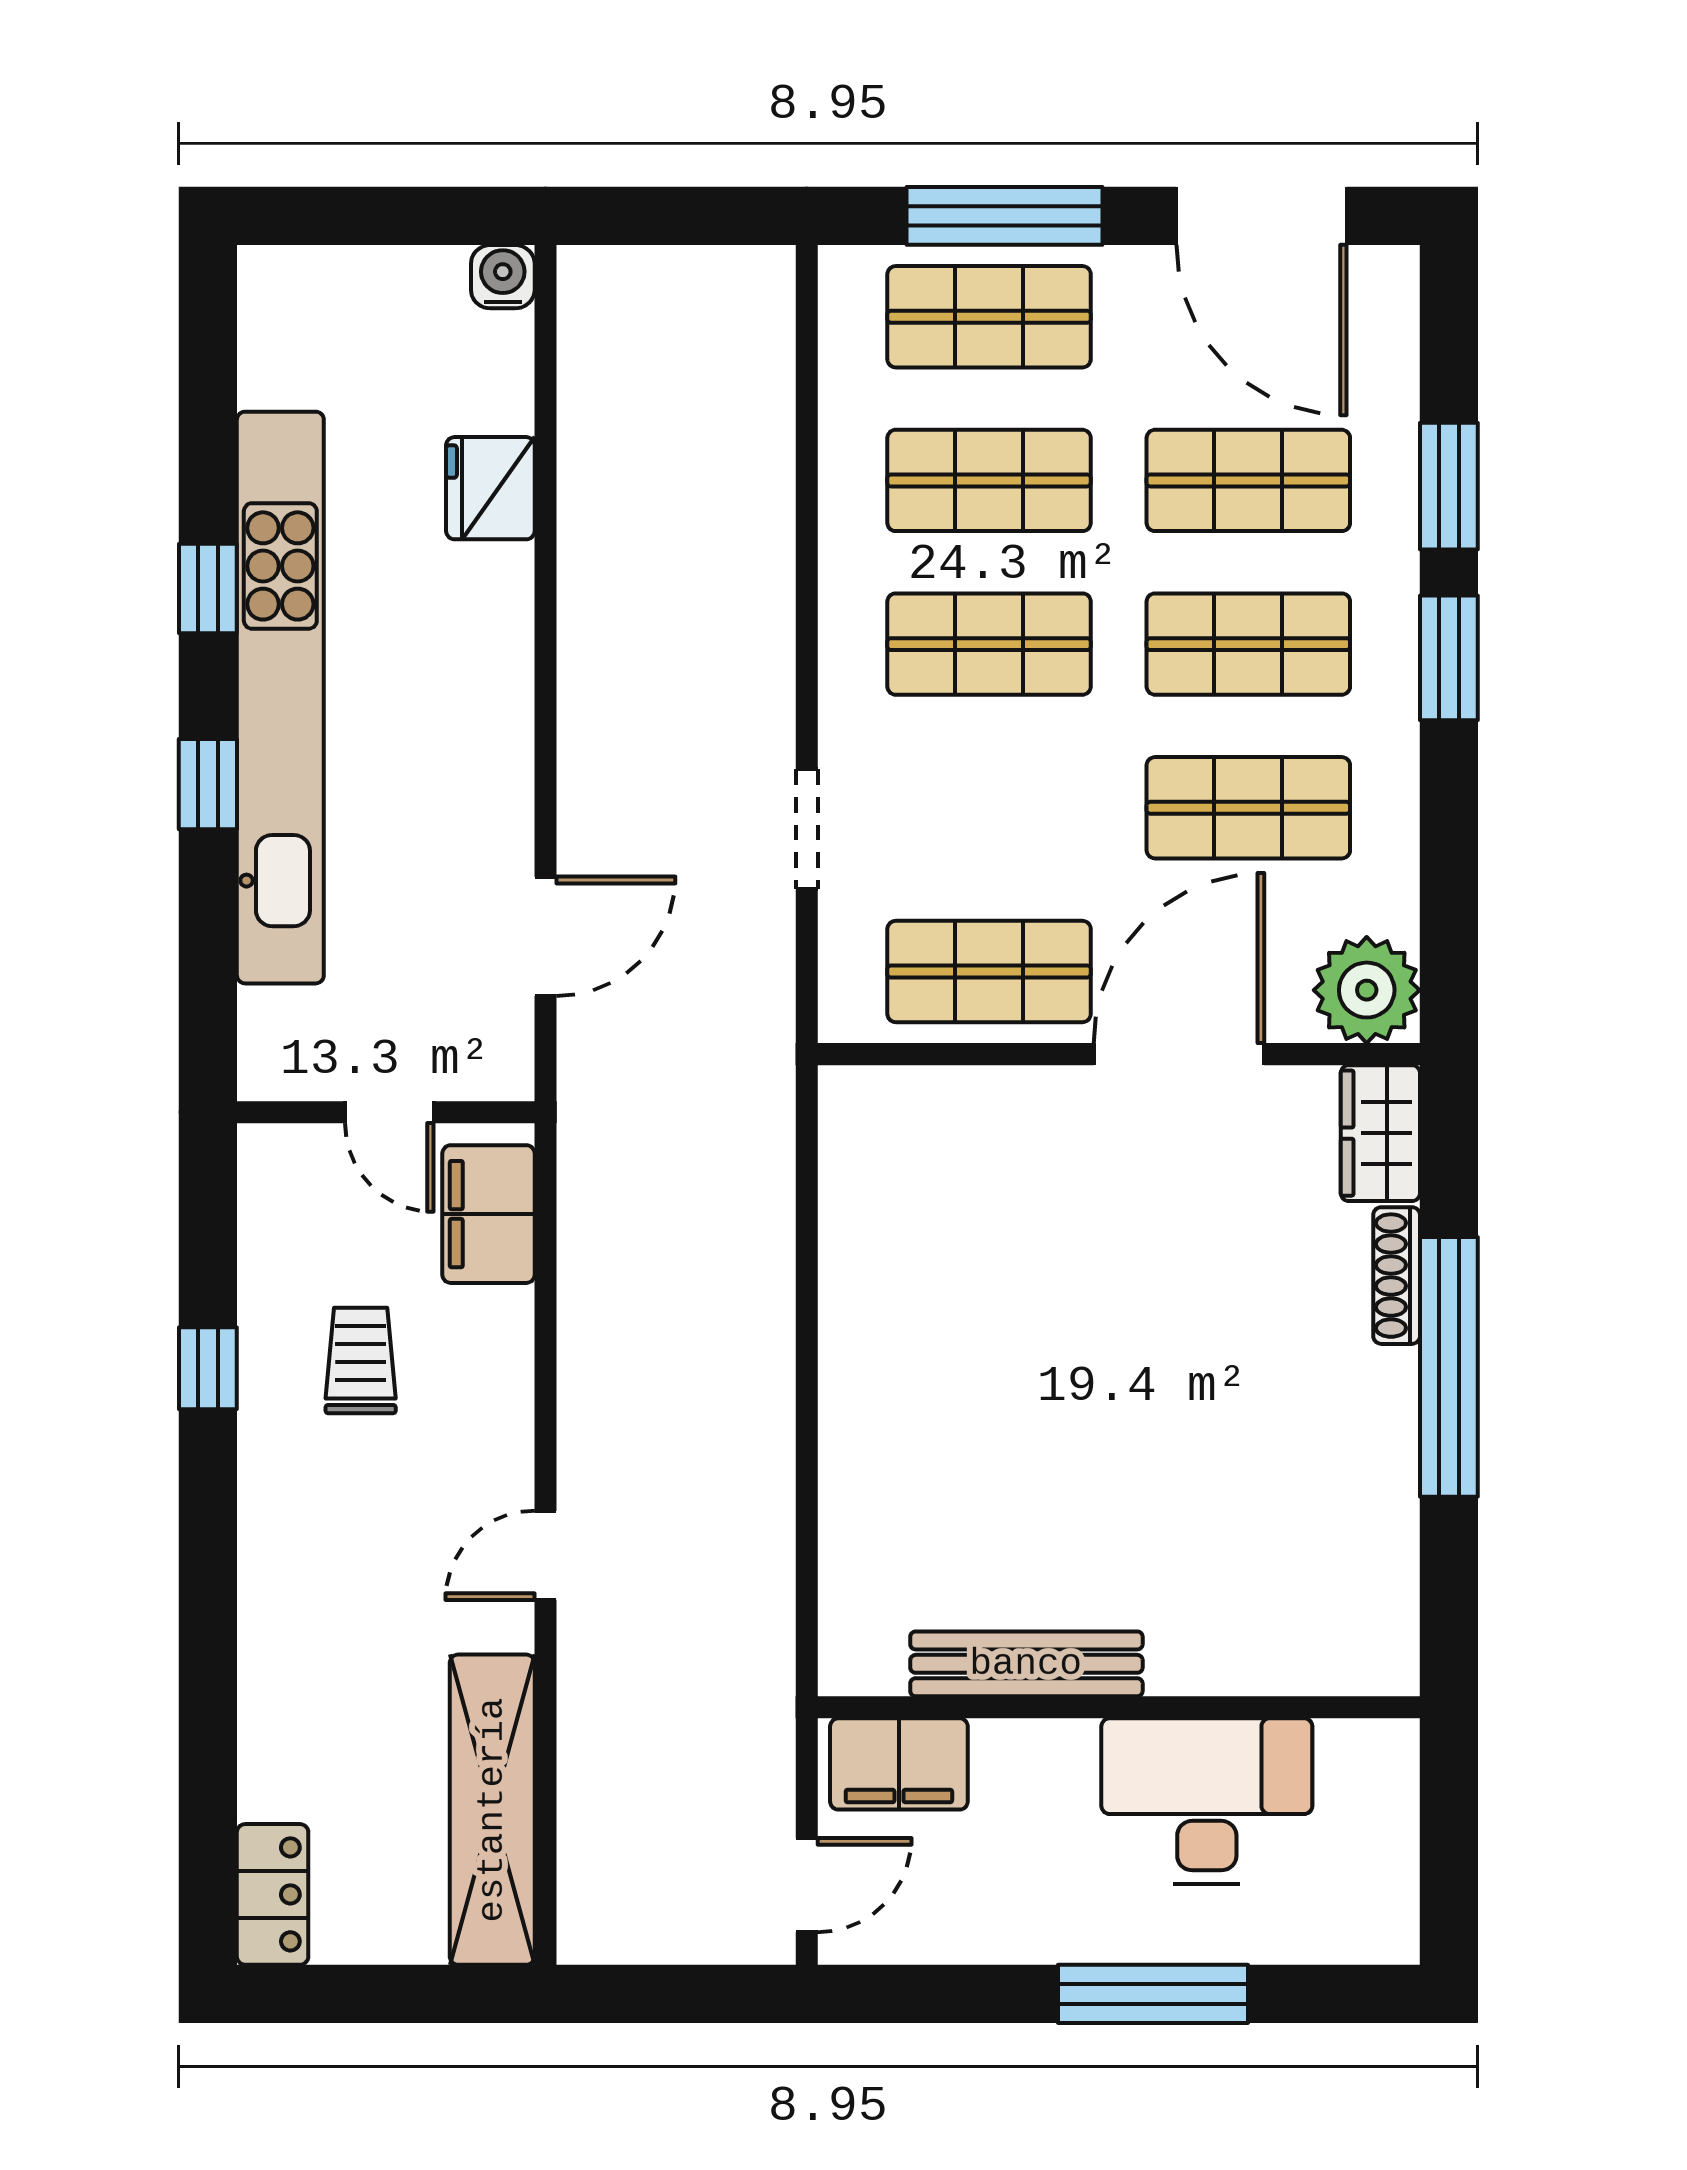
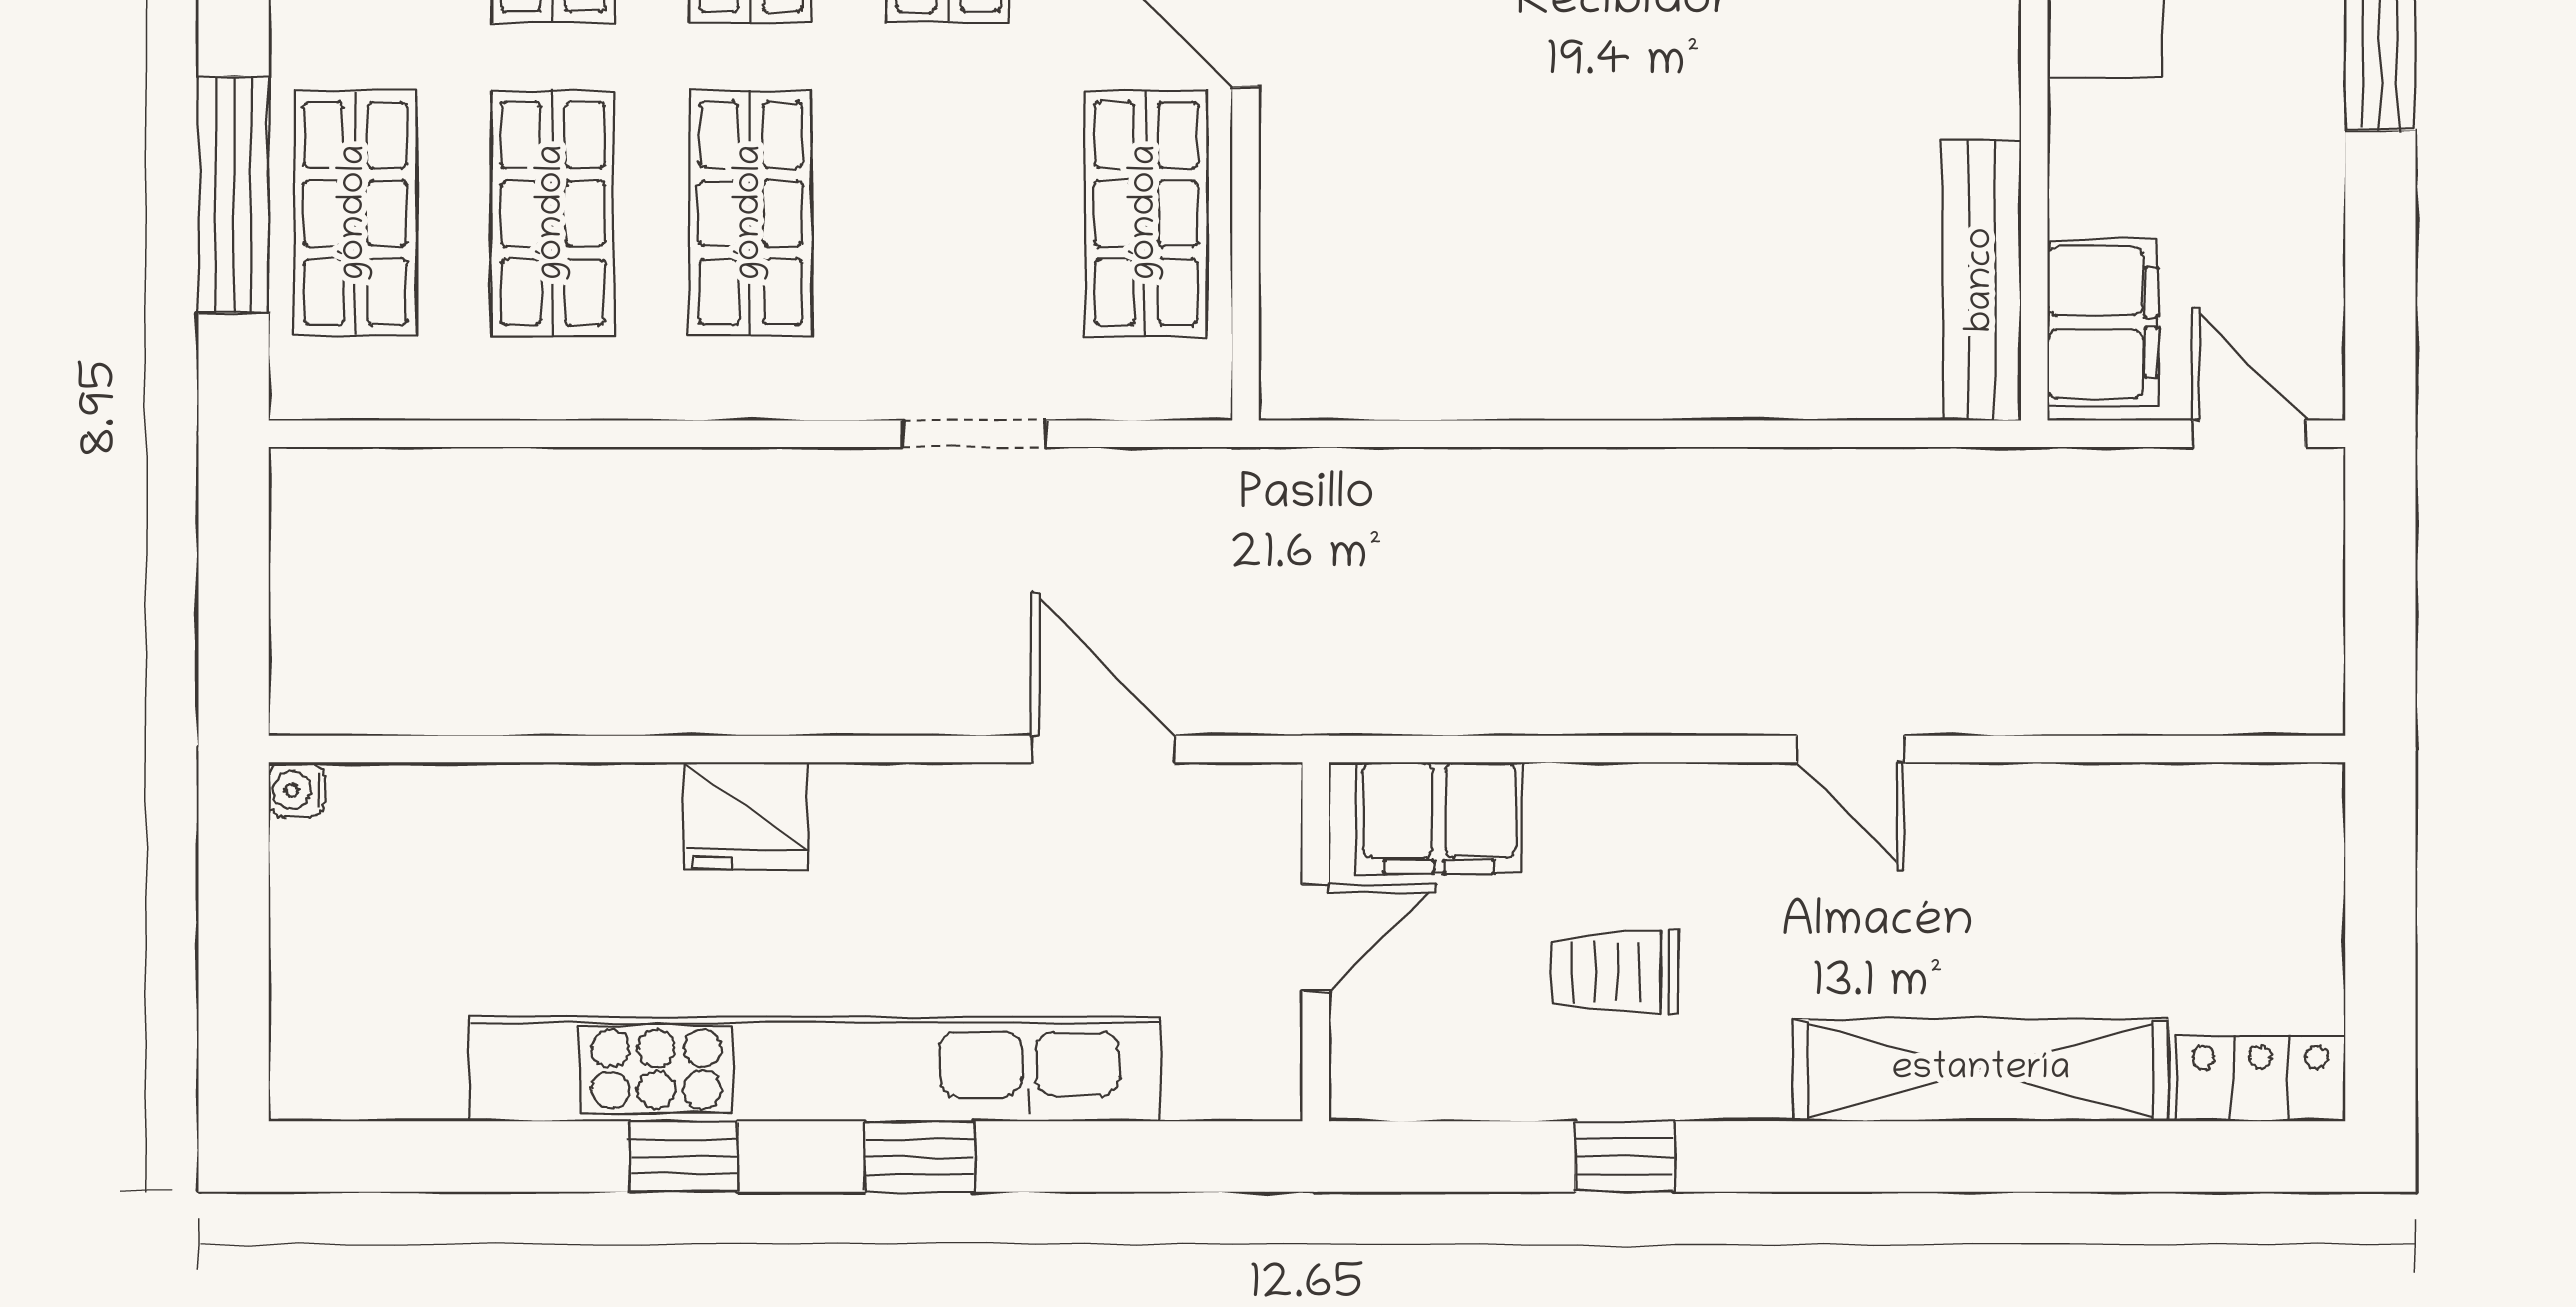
water cooler: (503, 277) -> (296, 790), width x0.72, depth x0.72
fridge: (490, 488) -> (746, 816), moved
bench: (1026, 1664) -> (1982, 280), moved
shelving: (492, 1810) -> (1981, 1070), moved

